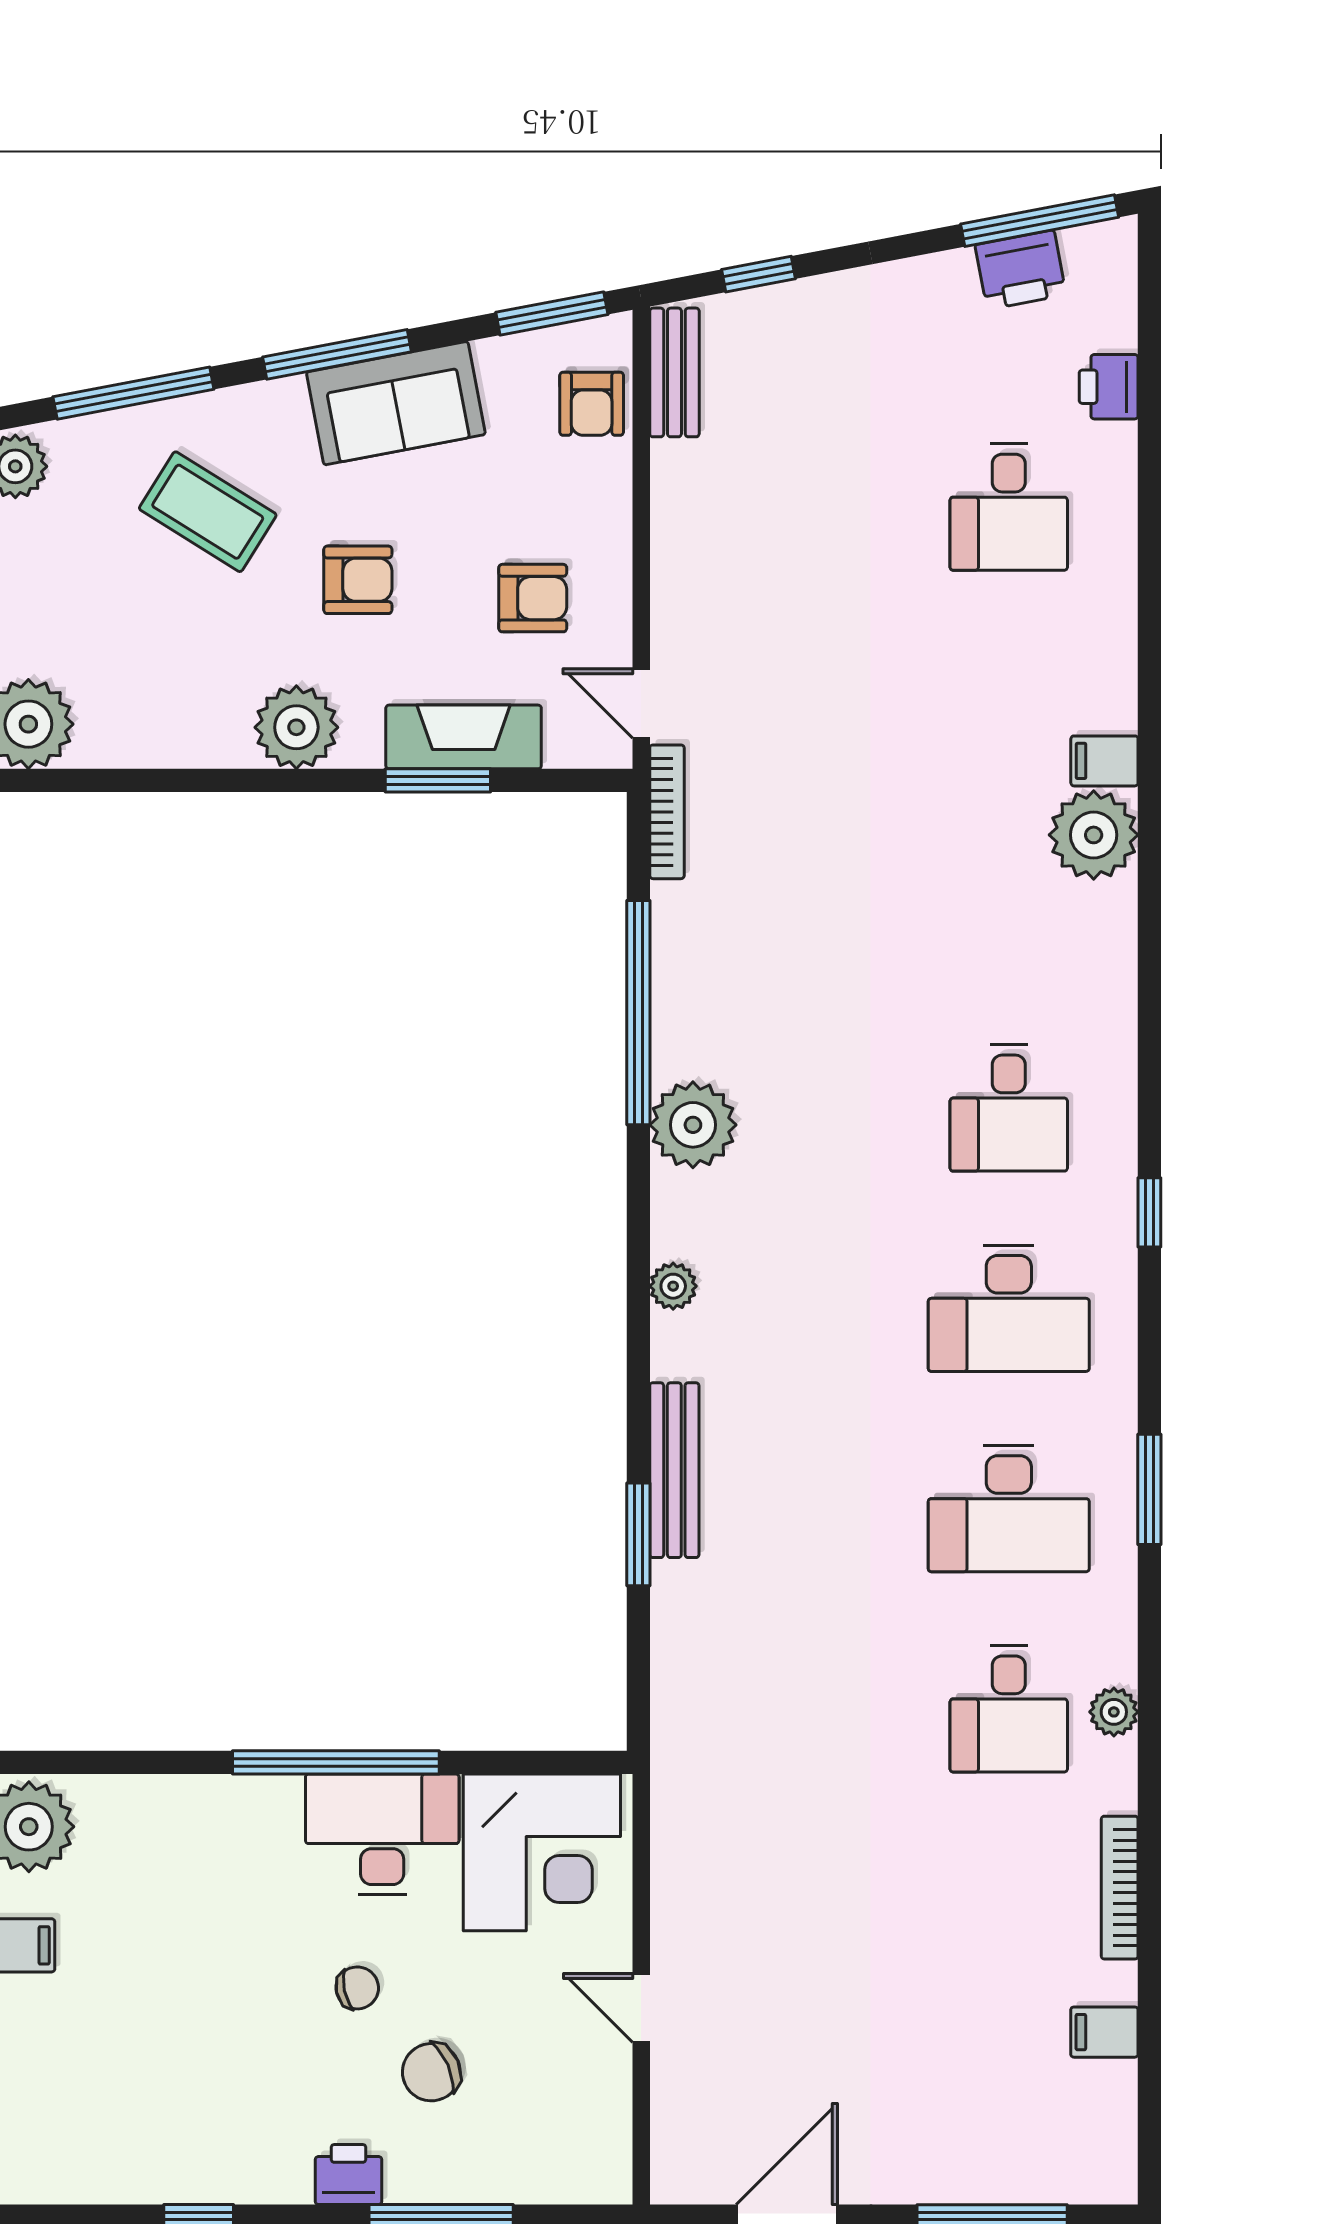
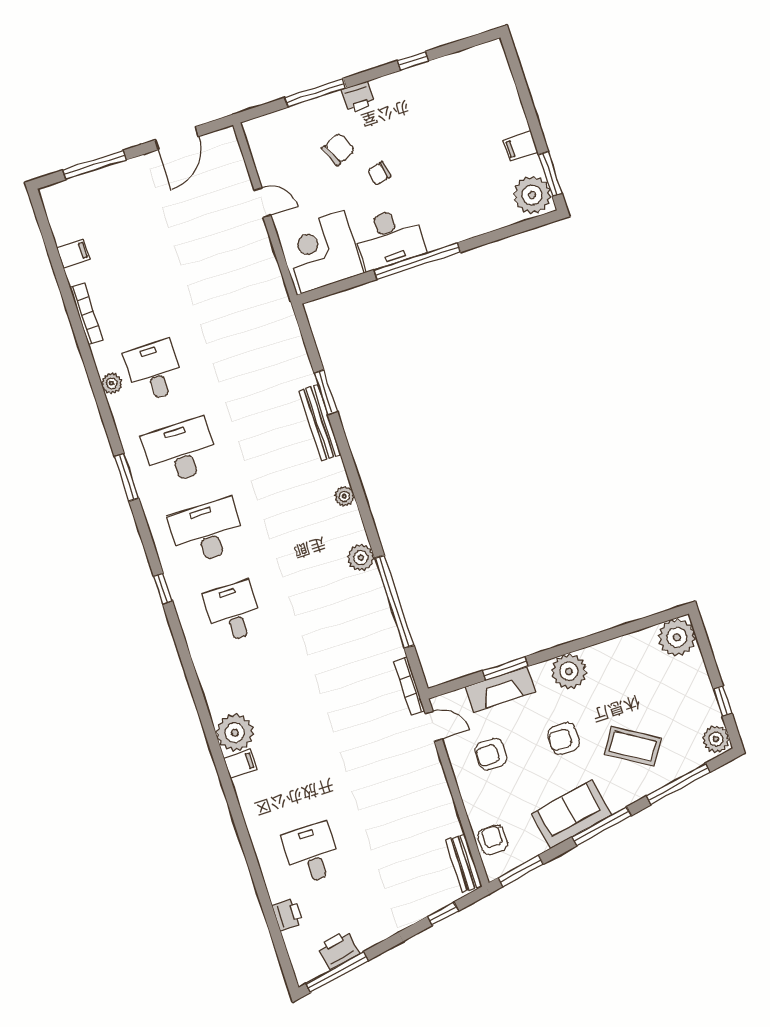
plant: (693, 1125) -> (361, 558), width x0.73, depth x0.73

